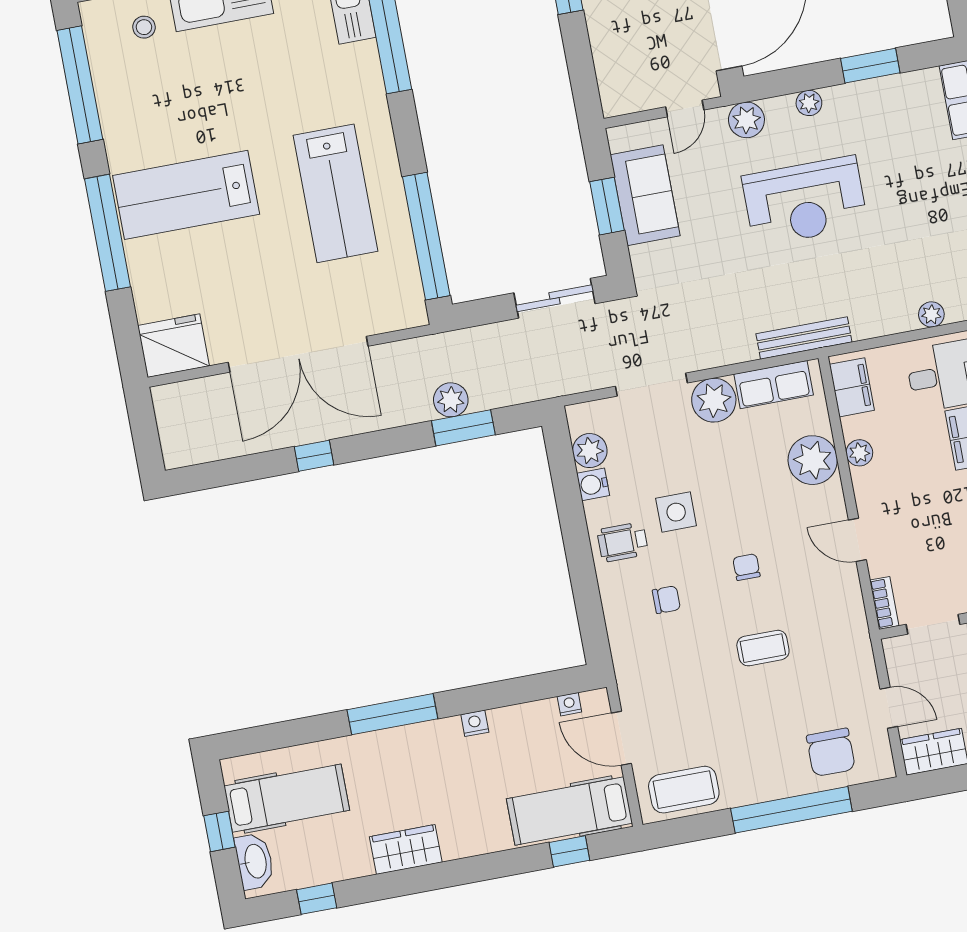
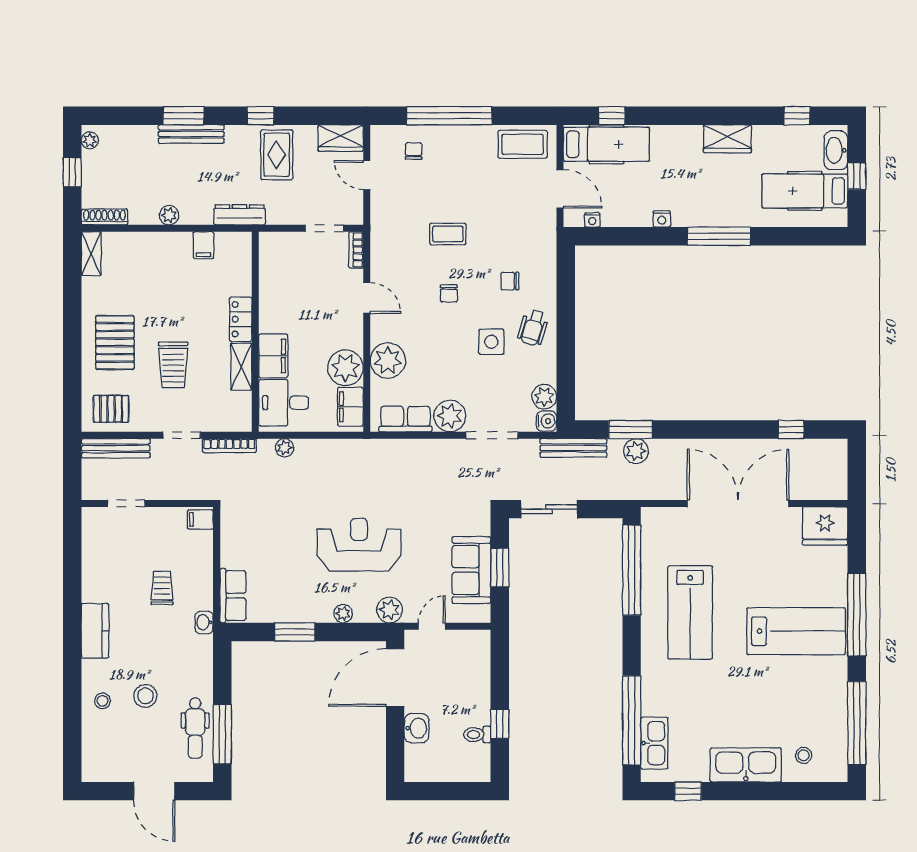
lab bench: (336, 193) -> (690, 612), turned 180
bench: (804, 338) -> (573, 448), moved
plant: (859, 453) -> (345, 368), width x1.88, depth x1.88
window: (314, 456) -> (791, 430), moved
water cooler: (593, 484) -> (546, 421), moved
wheelchair: (623, 542) -> (533, 328), turned 107
chair: (831, 752) -> (414, 151), width x0.54, depth x0.54

